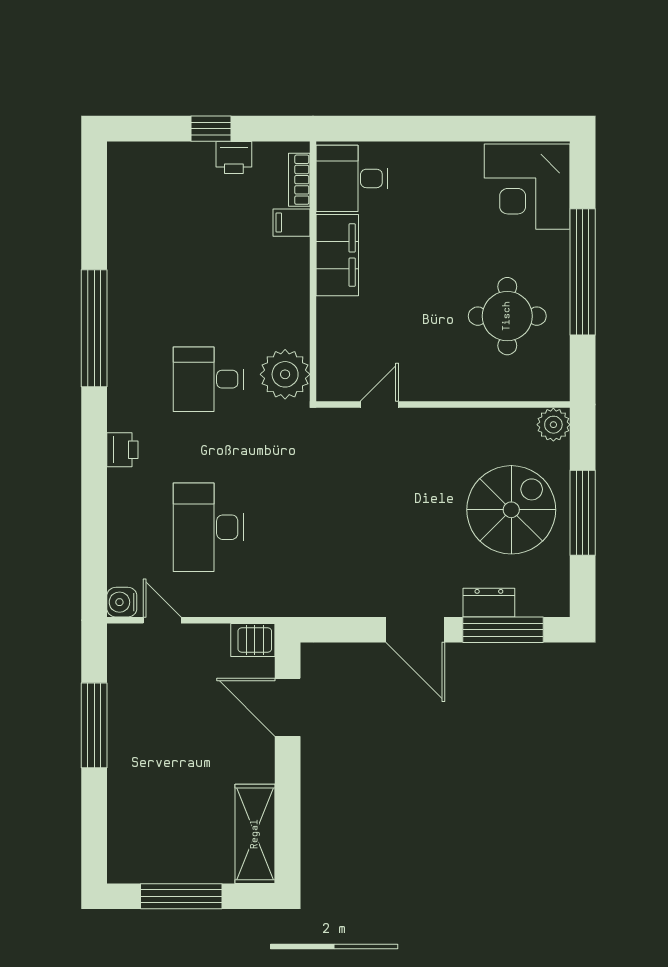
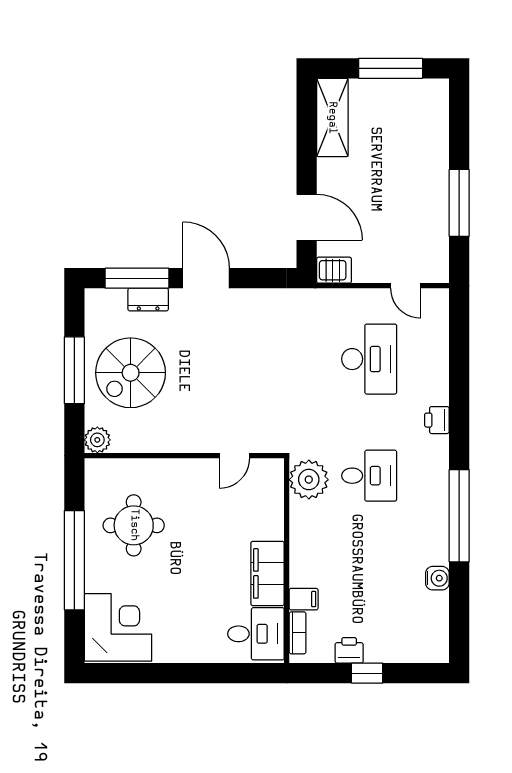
water cooler: (122, 602) -> (437, 578), moved

